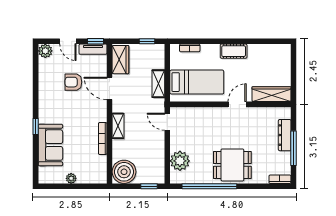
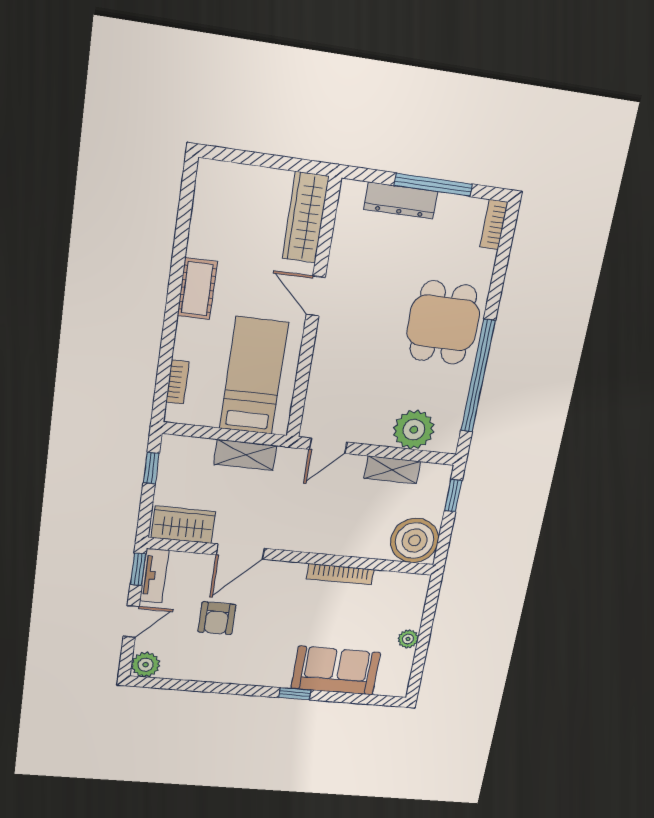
shelving: (118, 126) -> (392, 470), moved

